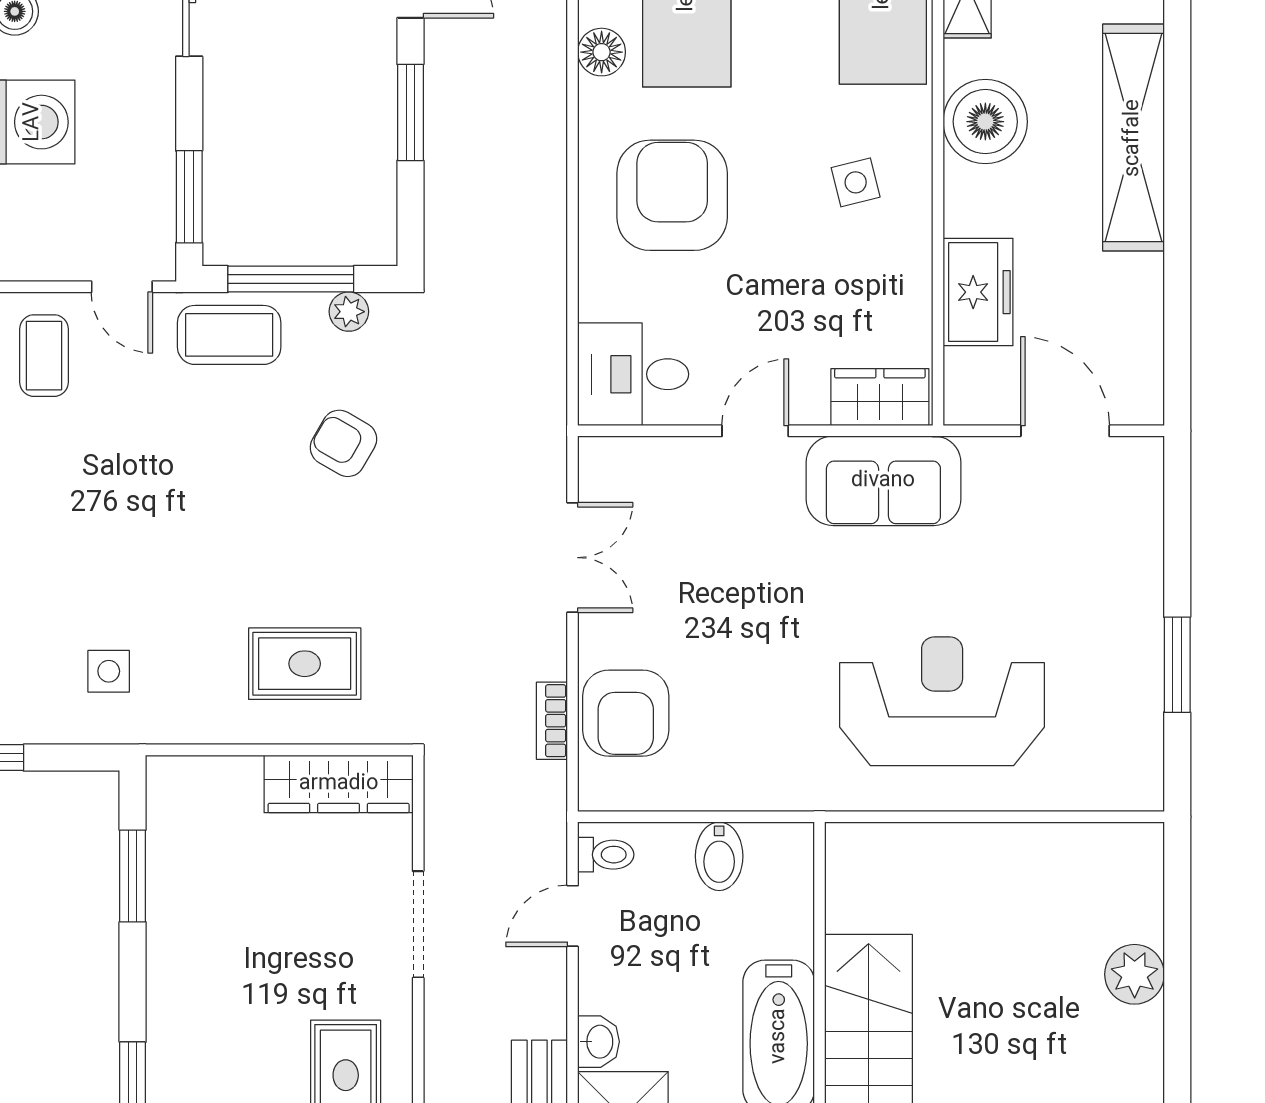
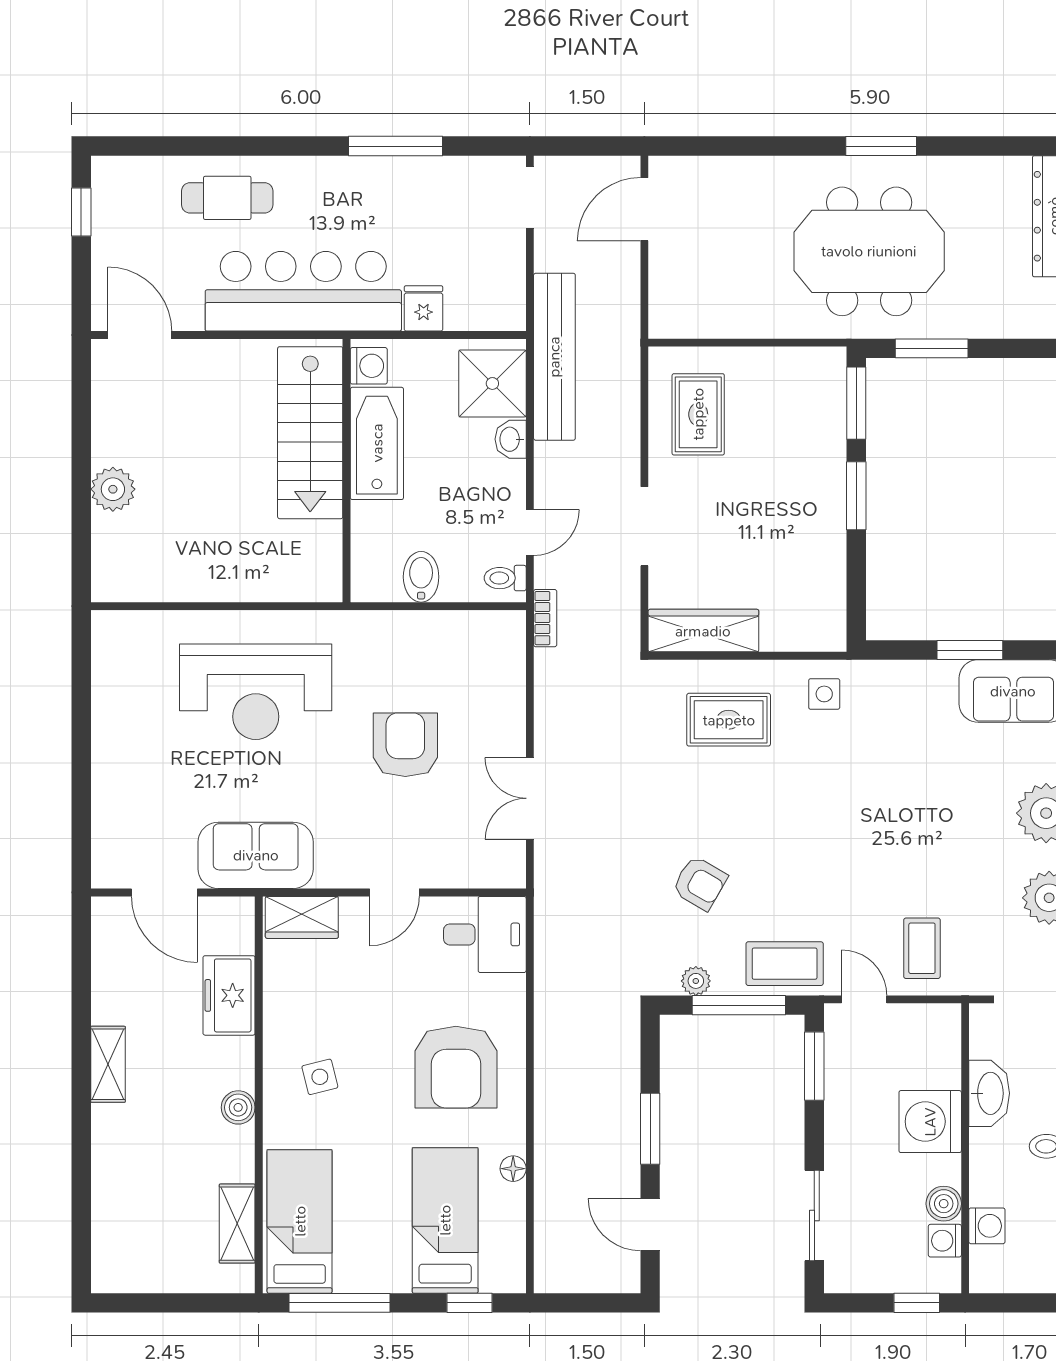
floor lamp: (602, 52) -> (513, 1169), width x0.73, depth x0.73
boiler: (985, 122) -> (238, 1107), width x0.54, depth x0.54
shelving: (1133, 138) -> (108, 1064), width x0.45, depth x0.75
sofa: (883, 481) -> (256, 855), moved
window: (1177, 665) -> (81, 719), removed
side table: (109, 671) -> (824, 694), moved
armchair: (626, 713) -> (405, 745), moved
bookcase: (552, 721) -> (545, 618), moved
window: (133, 876) -> (856, 496), moved

